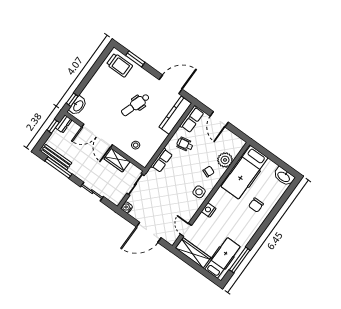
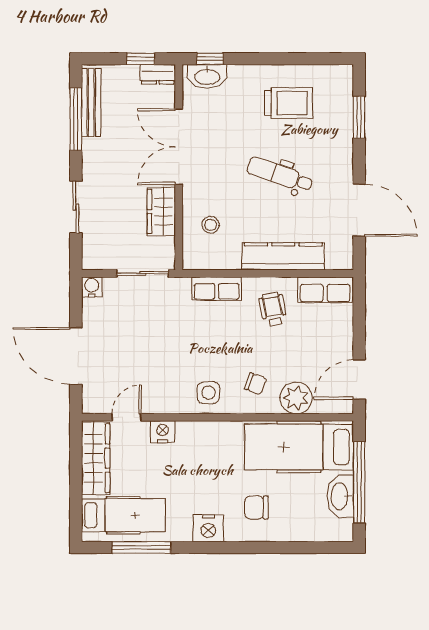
trolley: (119, 65) -> (289, 103), moved, turned -90
kitchen counter: (175, 115) -> (283, 256), moved
door: (219, 119) -> (359, 379), moved
window: (275, 159) -> (359, 482), added
washbasin: (284, 177) -> (340, 496), moved
nightstand: (209, 210) -> (162, 432), moved
nightstand: (251, 229) -> (208, 528), added

